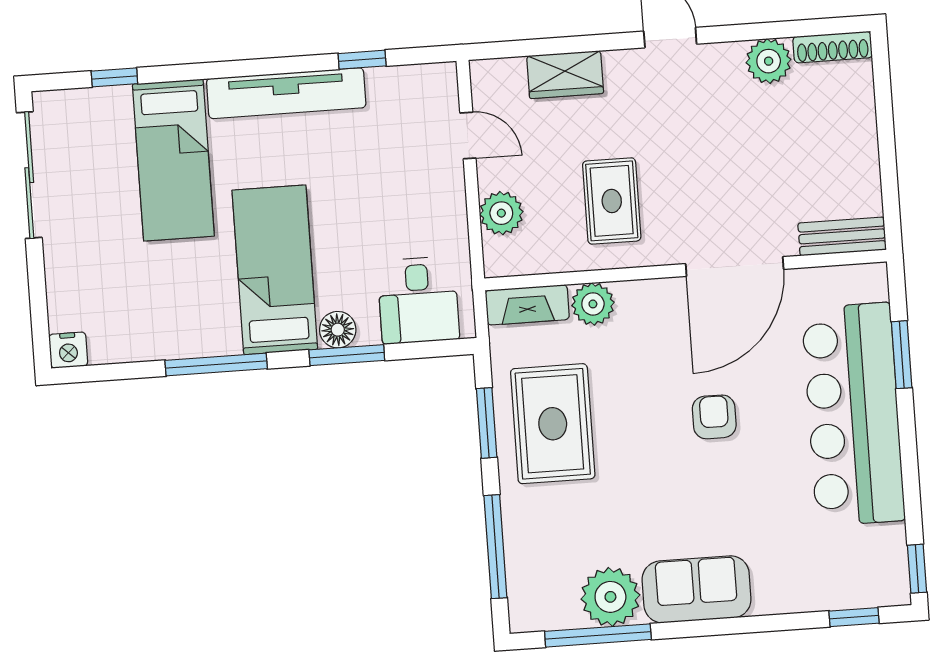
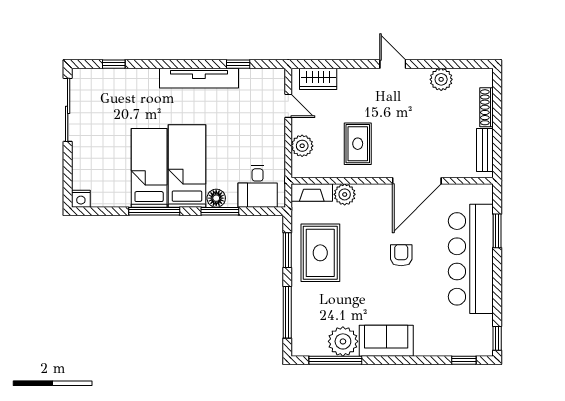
shoe rack: (833, 47) -> (487, 107), moved, turned 90
wardrobe: (565, 75) -> (318, 79), moved
bed: (173, 160) -> (149, 168), moved, turned 180
bench: (842, 236) -> (485, 150), moved, turned 90

